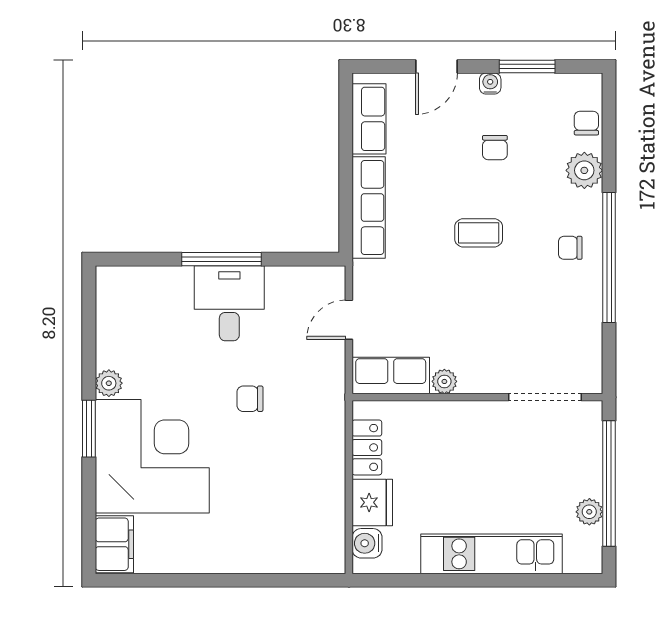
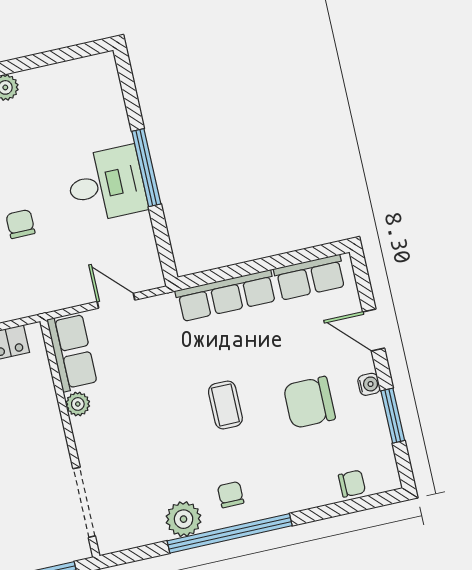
chair: (495, 148) -> (309, 402), width x1.87, depth x1.87
plant: (584, 170) -> (184, 519), moved

